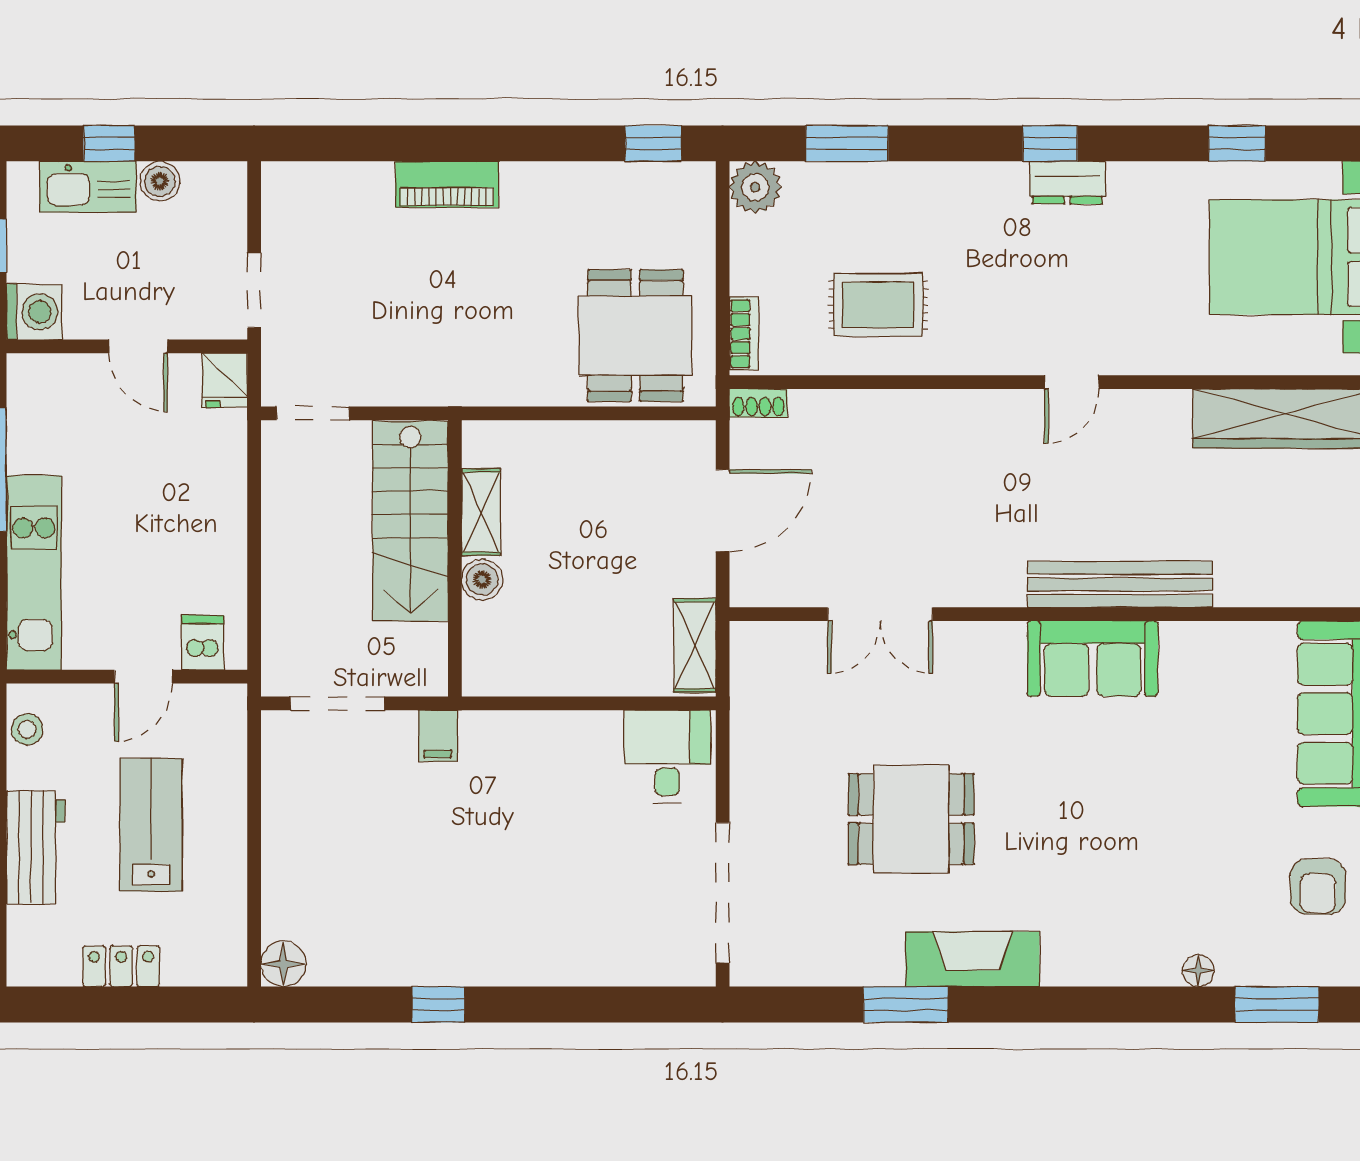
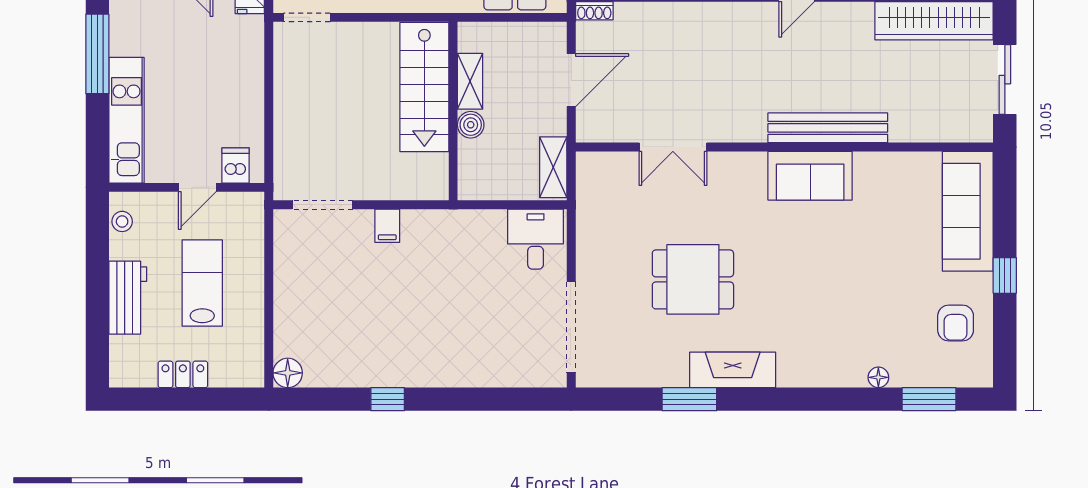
shelving: (481, 512) -> (470, 81), moved
stairs: (410, 521) -> (424, 87), moved
wall: (455, 558) -> (453, 111), moved
boiler: (482, 580) -> (471, 125), moved

